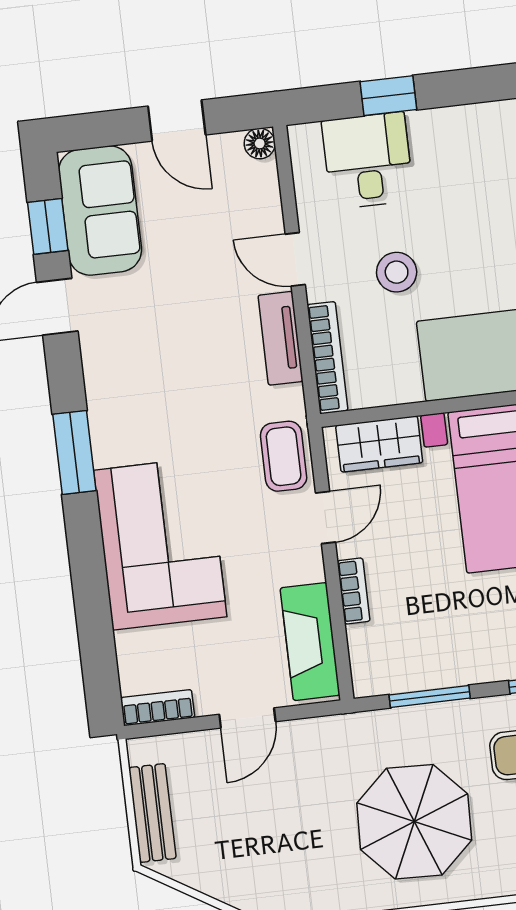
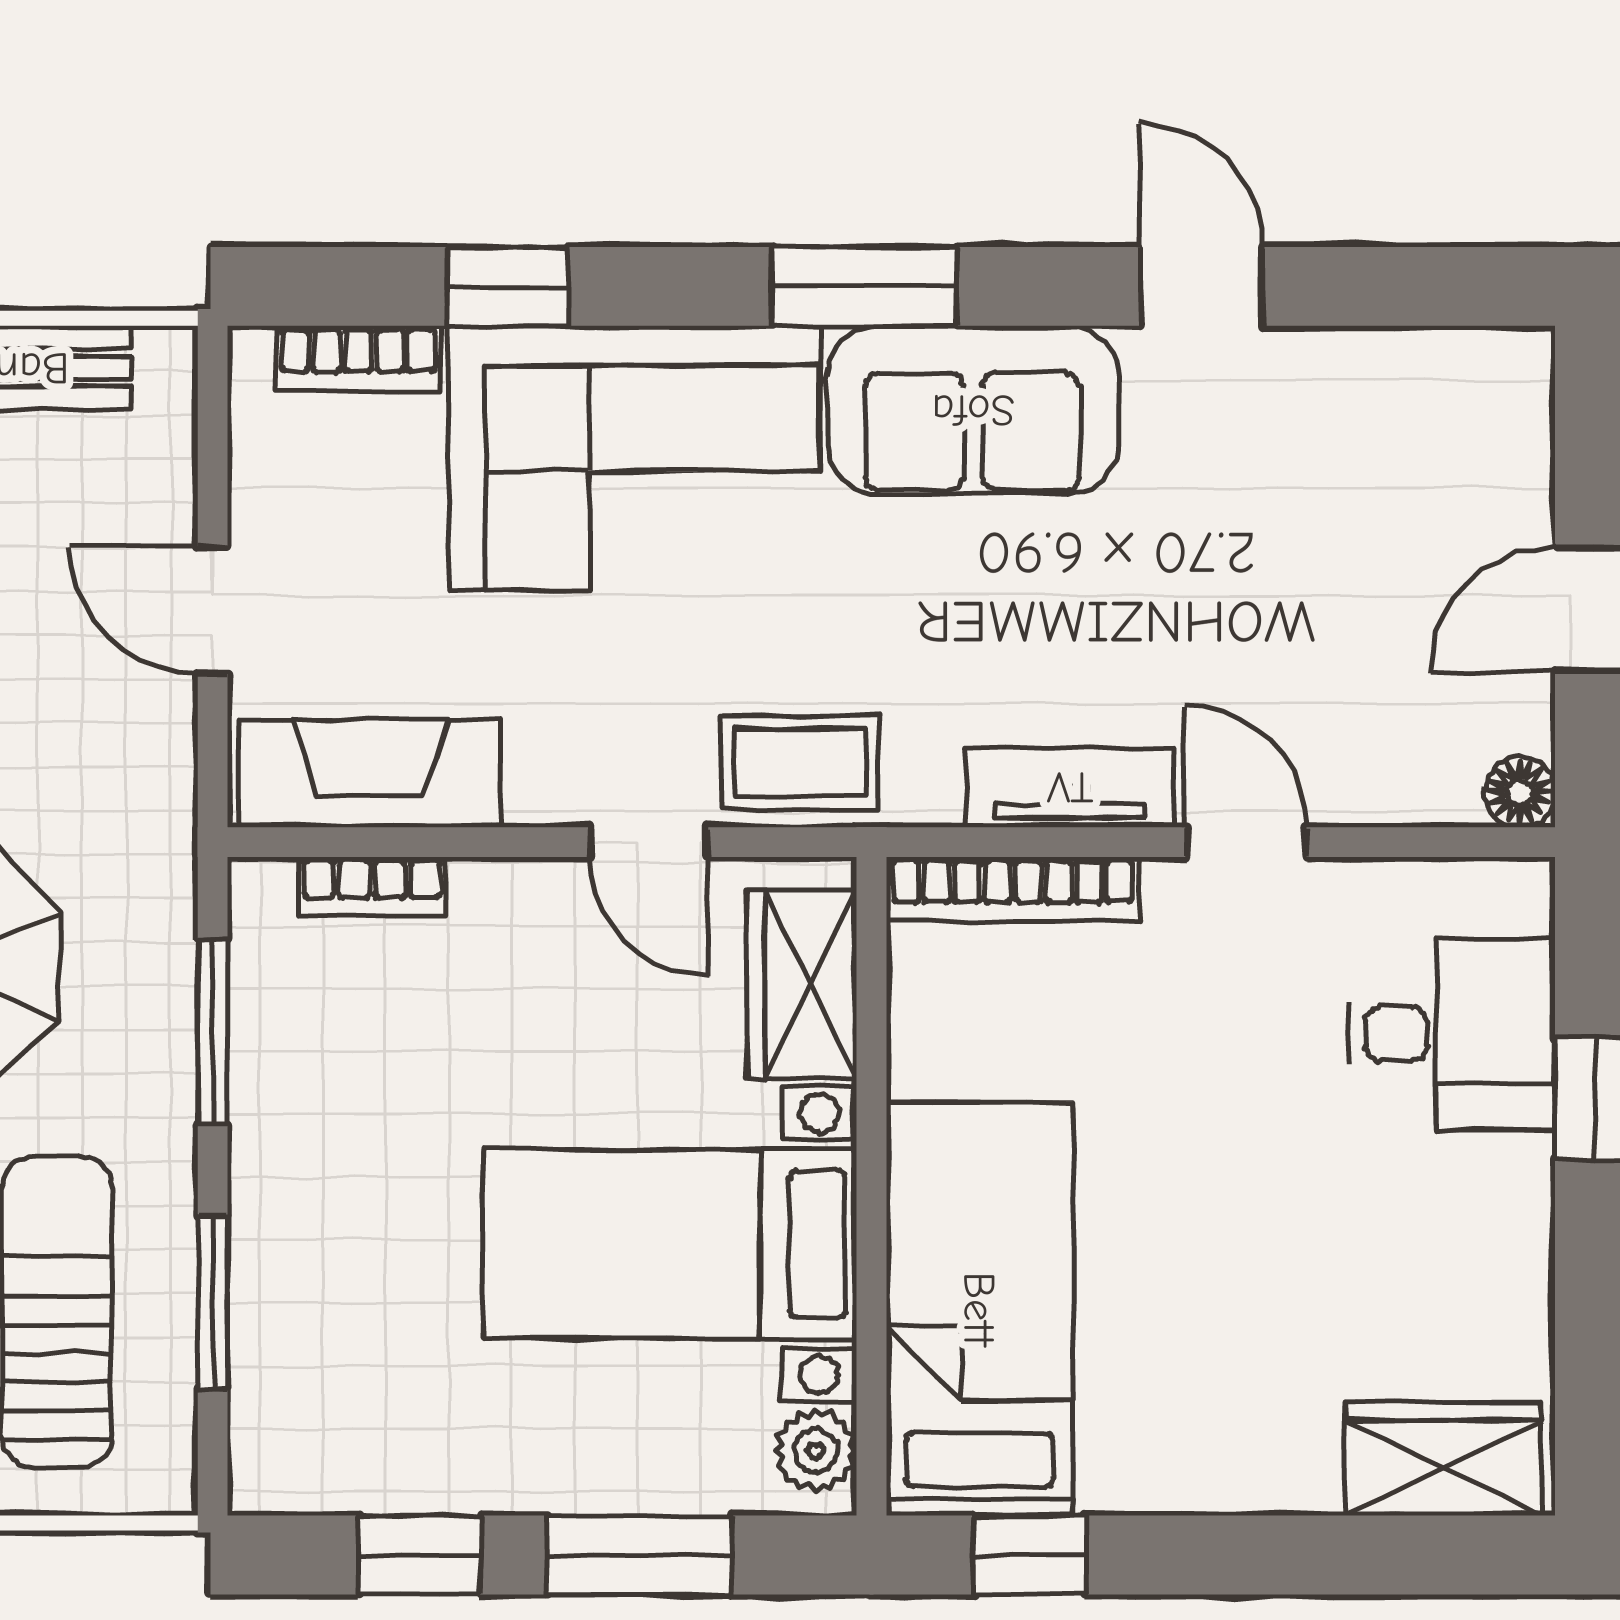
sofa: (100, 211) -> (973, 410), moved
window: (48, 226) -> (507, 286), moved
door: (295, 259) -> (1246, 842), hinge flipped
stool: (397, 272) -> (1190, 1070), removed
bookcase: (354, 591) -> (372, 886), moved
bookcase: (158, 708) -> (358, 359), moved, turned 90

